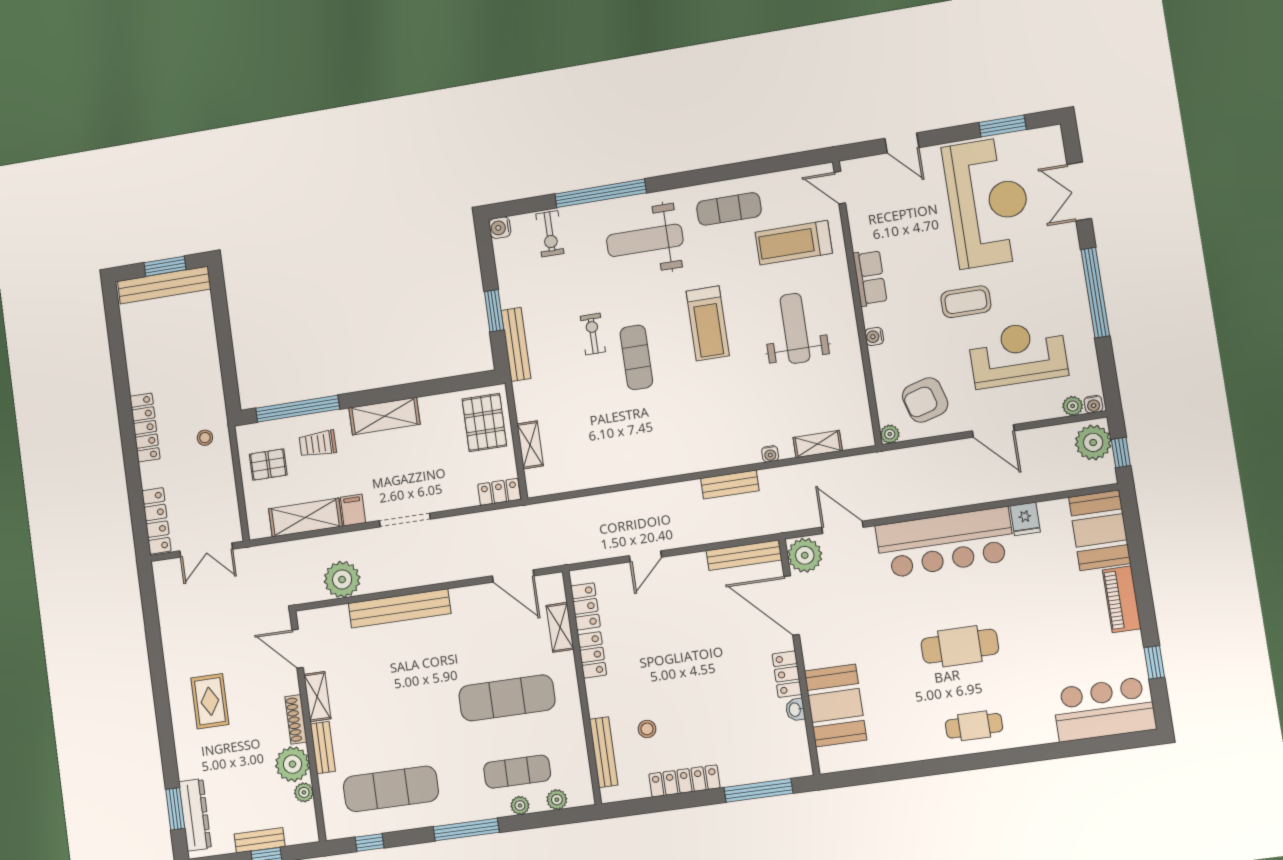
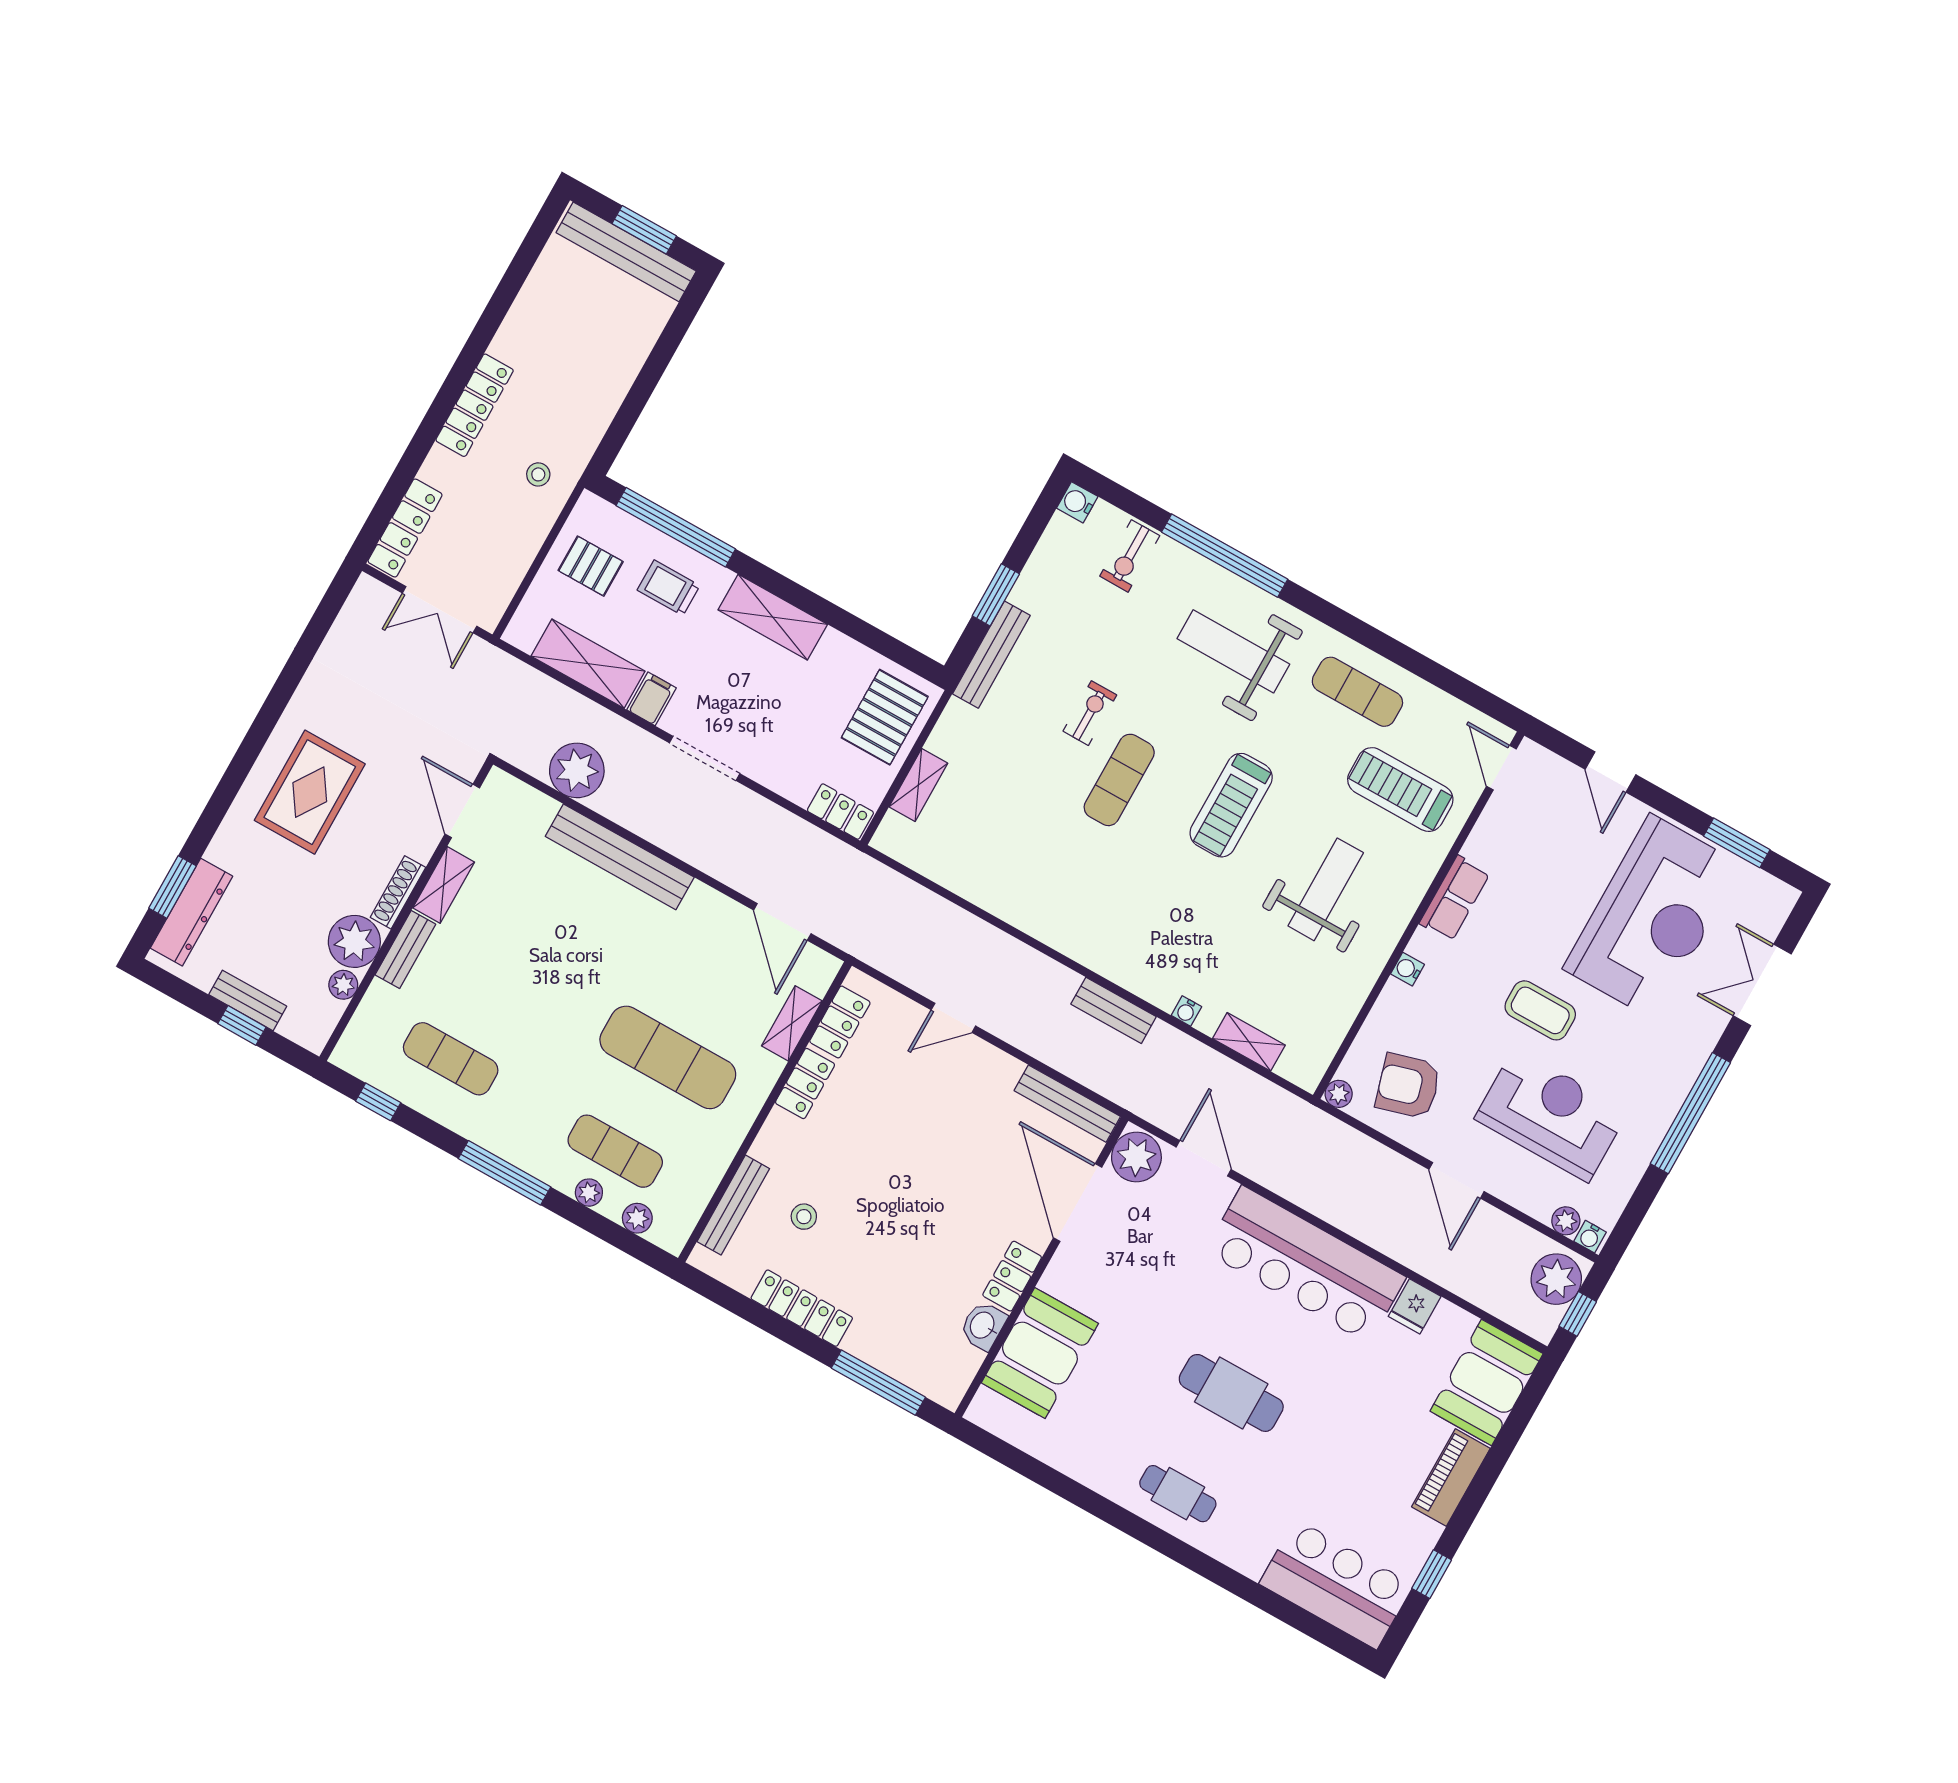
rug: (210, 701) -> (310, 792), width x1.36, depth x1.43
washbasin: (795, 710) -> (983, 1326), width x1.38, depth x1.45
exercise mat: (391, 789) -> (451, 1059), width x0.73, depth x0.69

